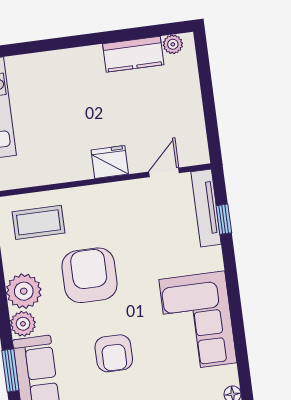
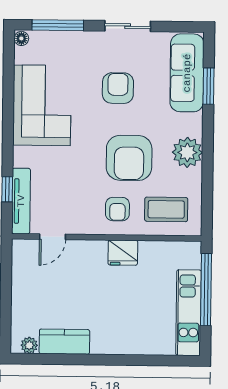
fridge: (110, 162) -> (123, 253), moved
armchair: (94, 215) -> (117, 209), added
plant: (23, 324) -> (192, 125), removed

